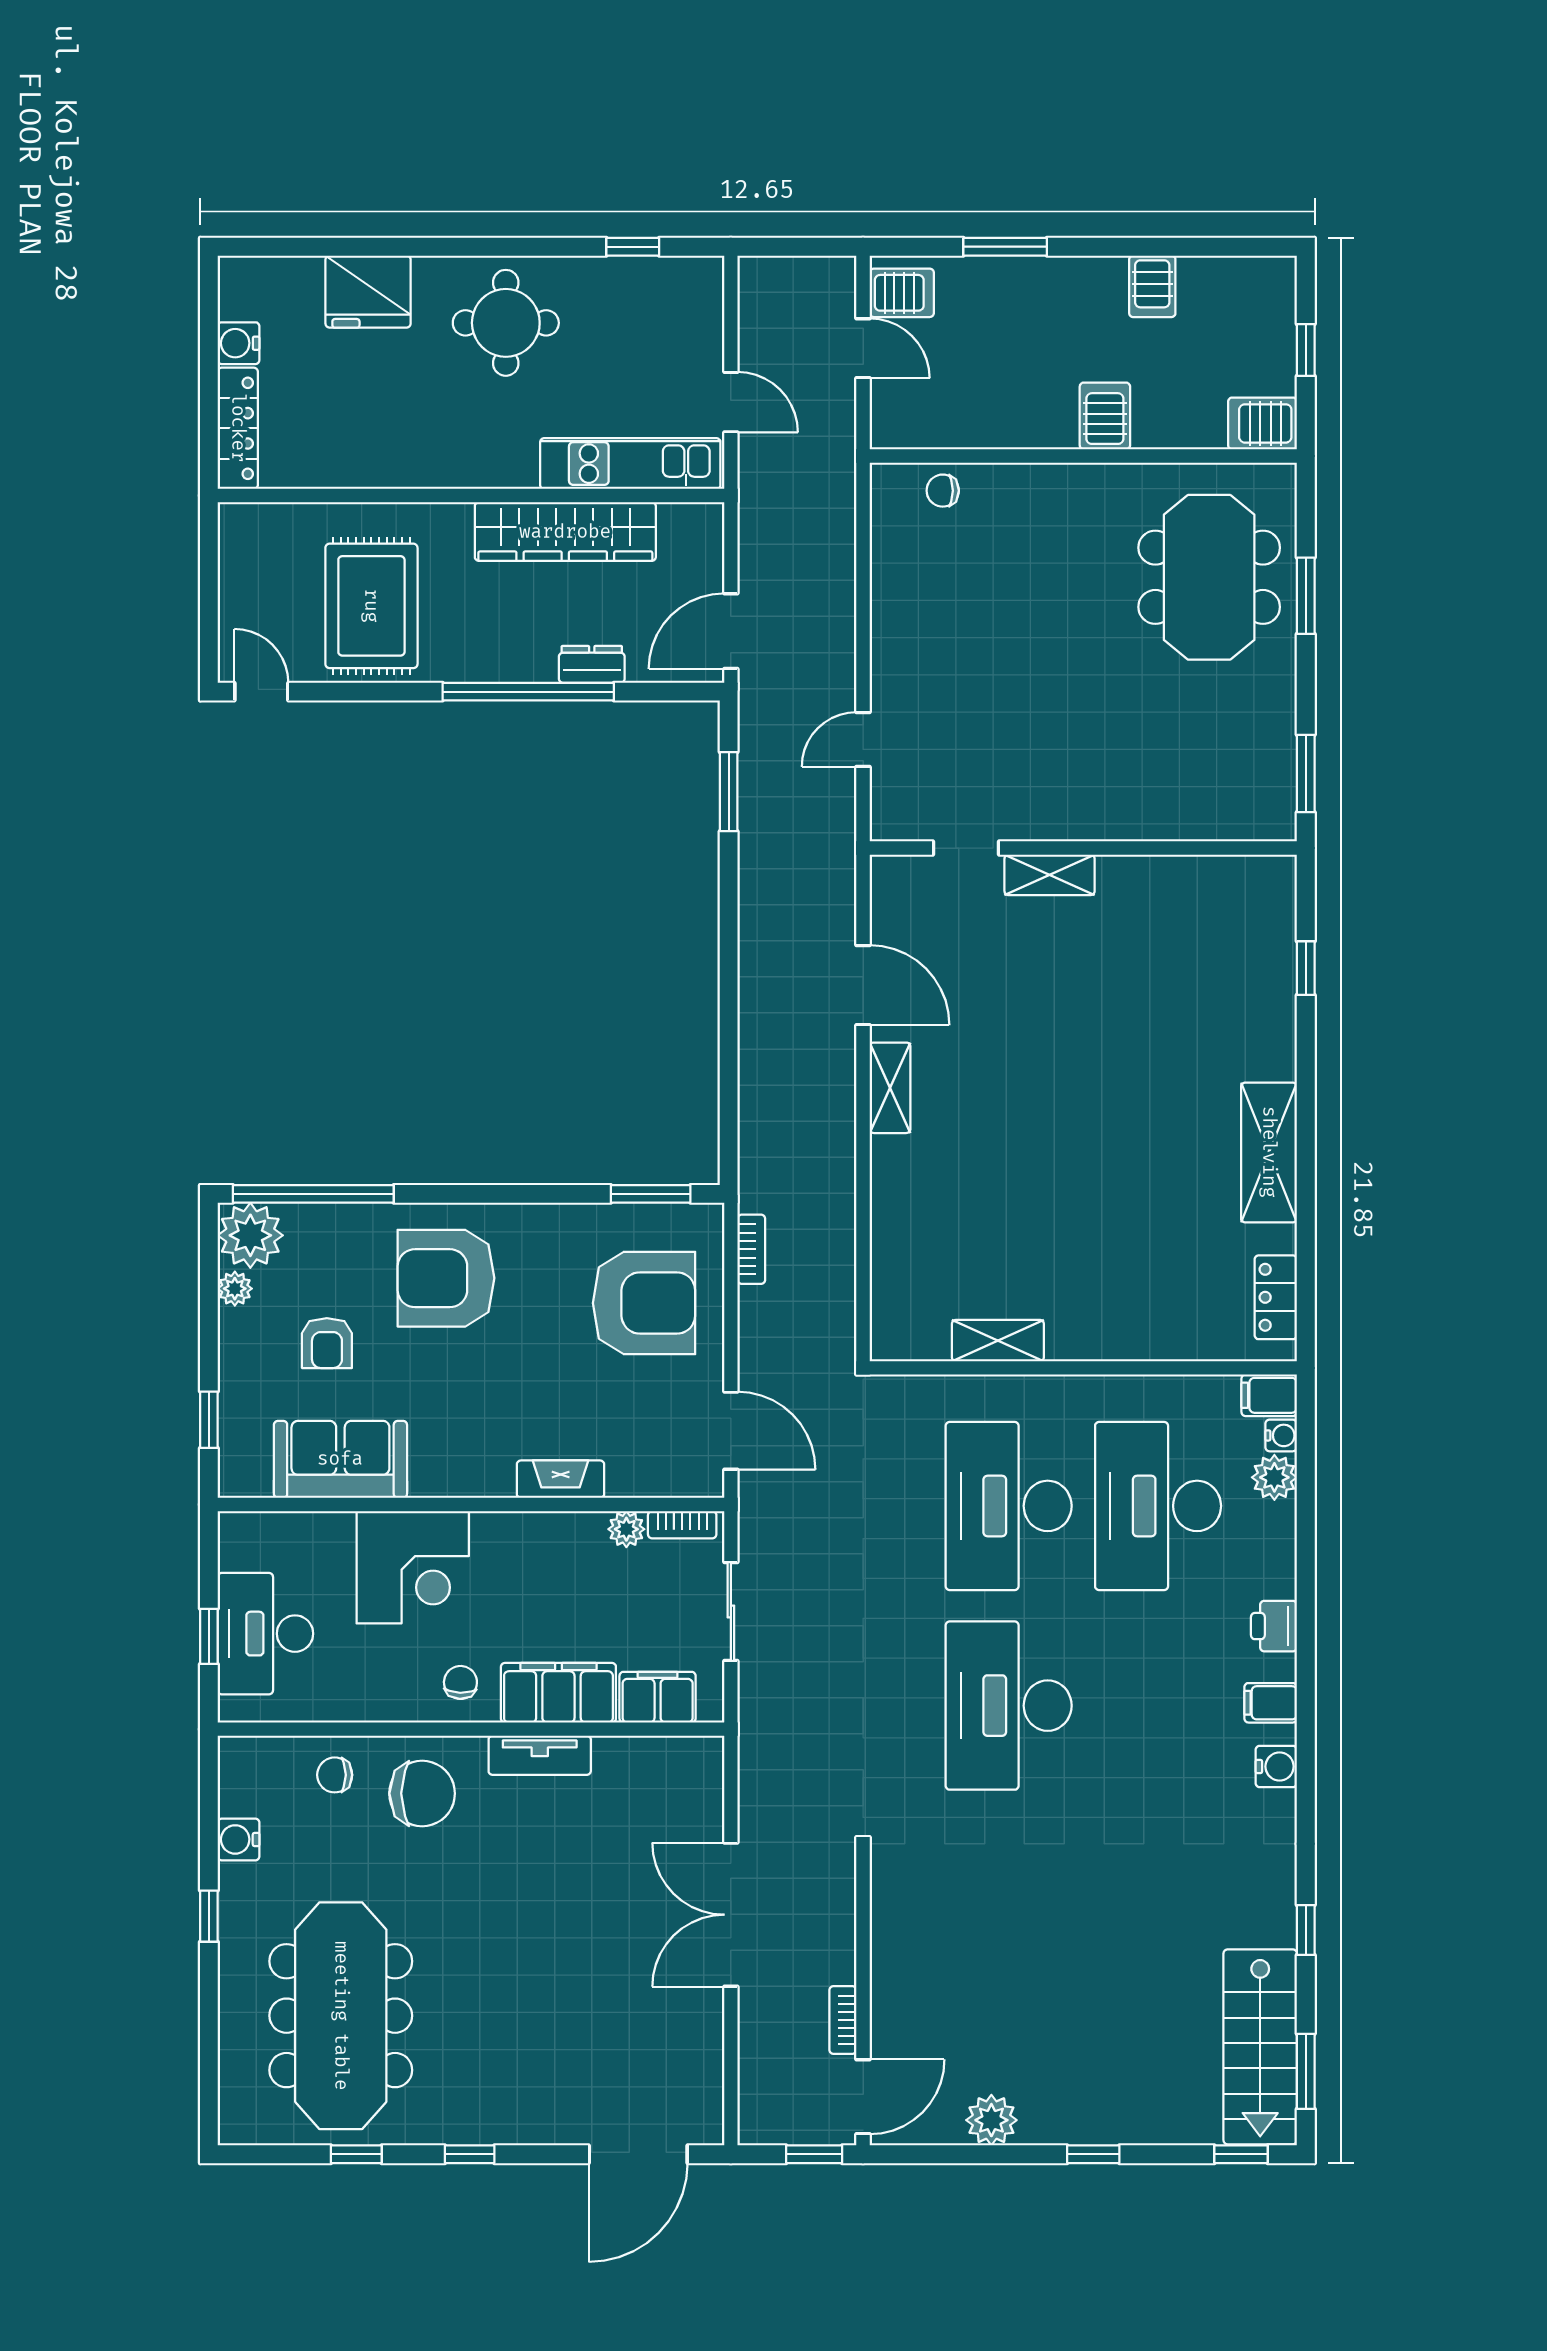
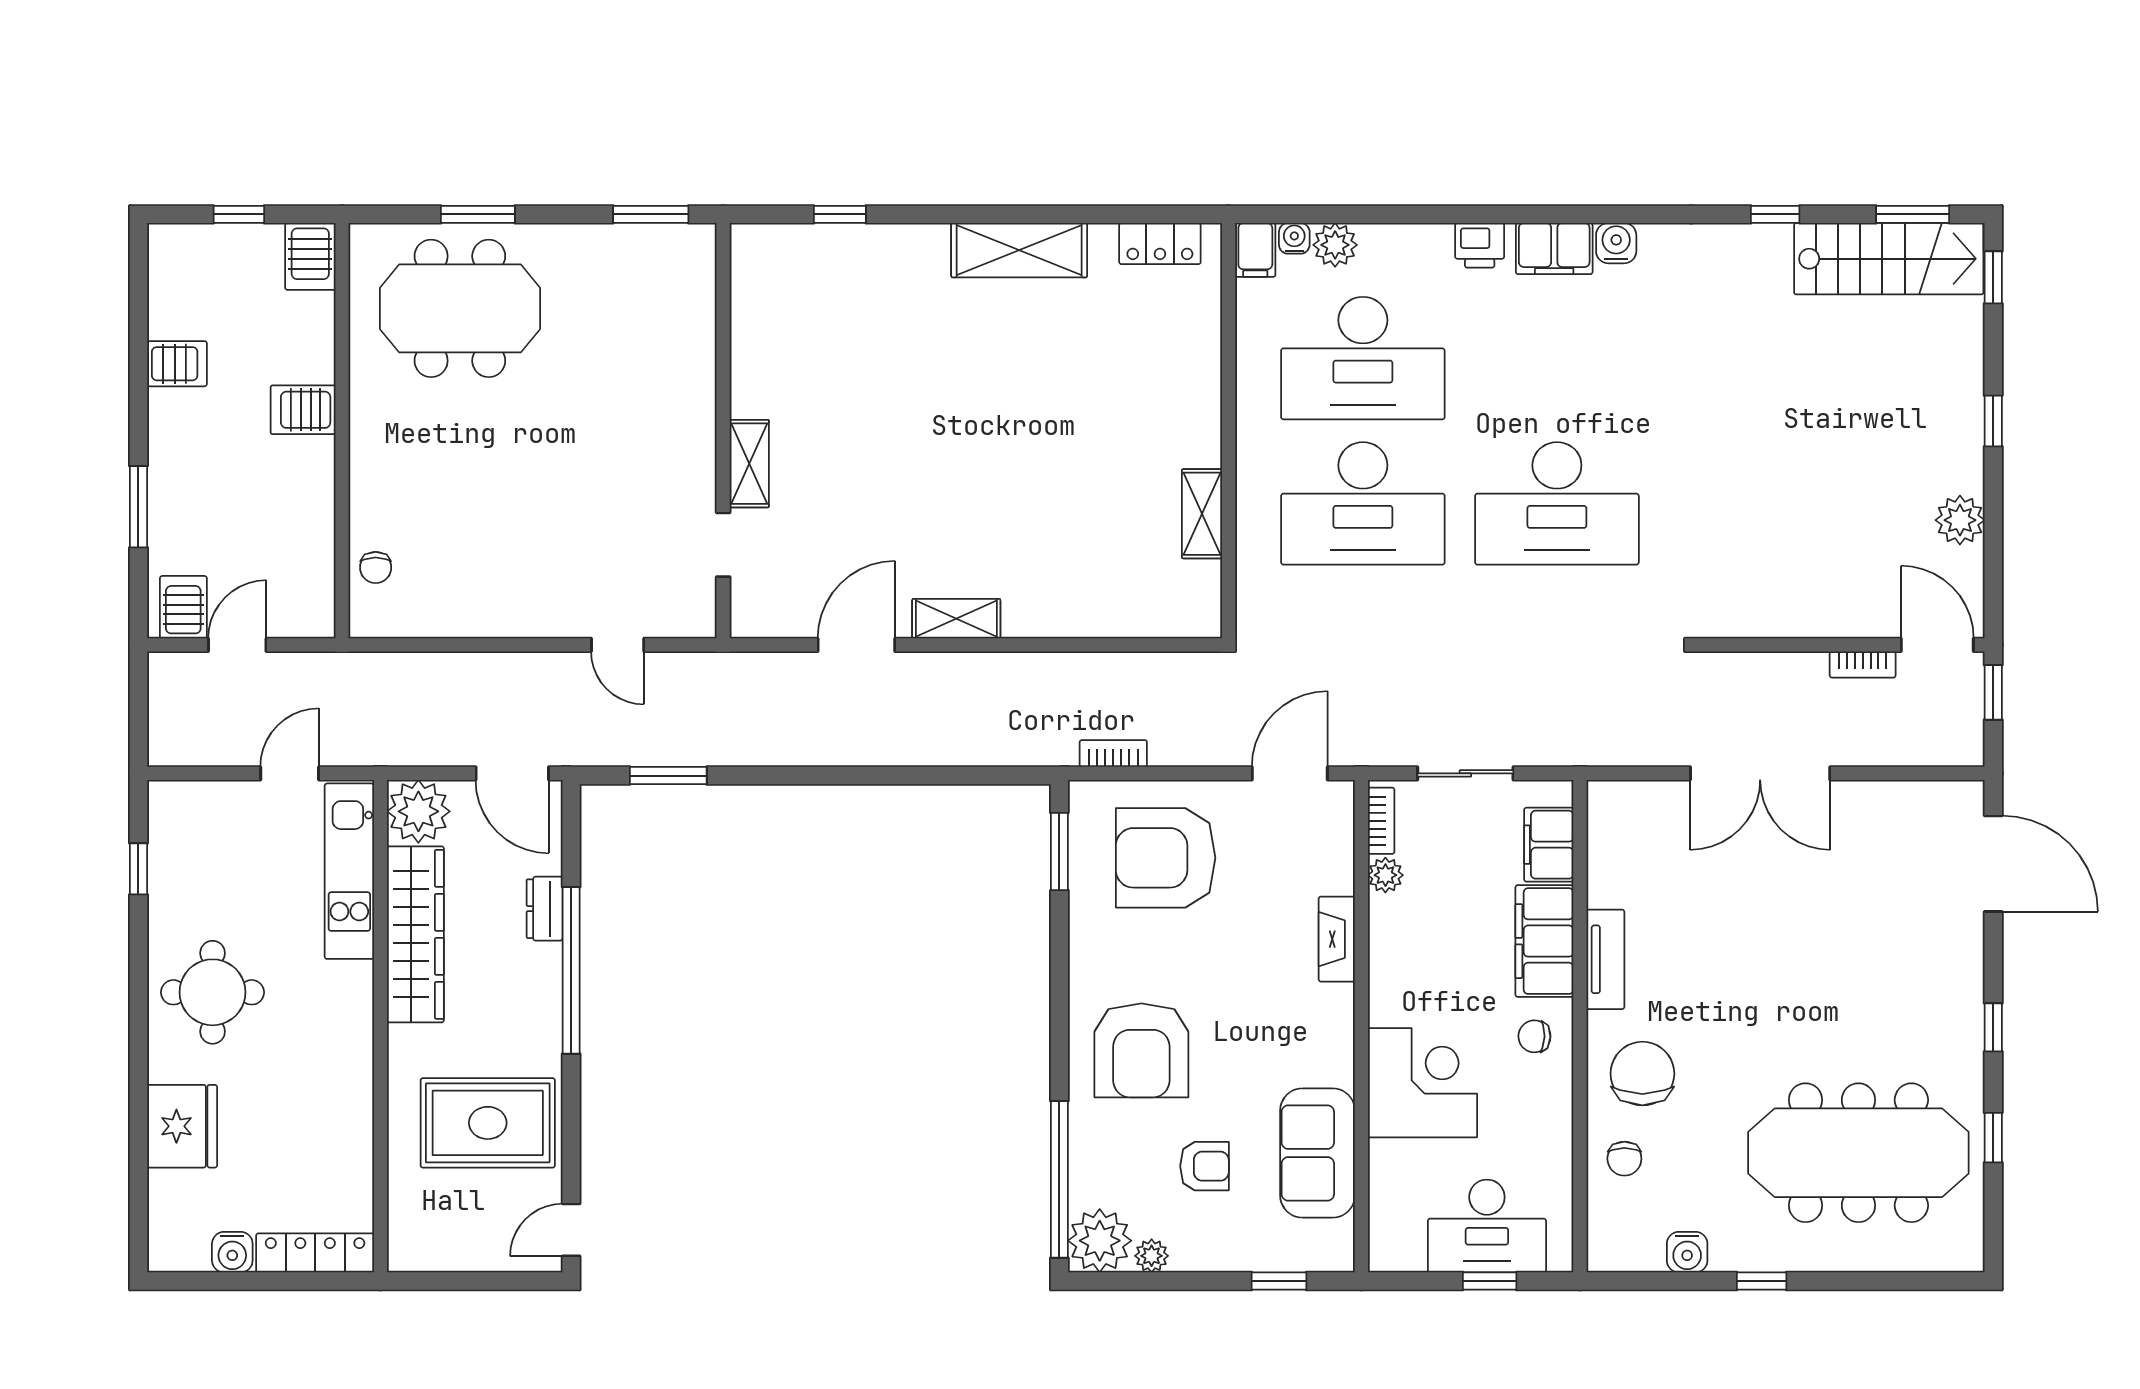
plant: (692, 535) -> (418, 811), added
armchair: (644, 1303) -> (1166, 858), turned -90
filing cabinet: (1271, 1703) -> (1554, 249), width x2.00

